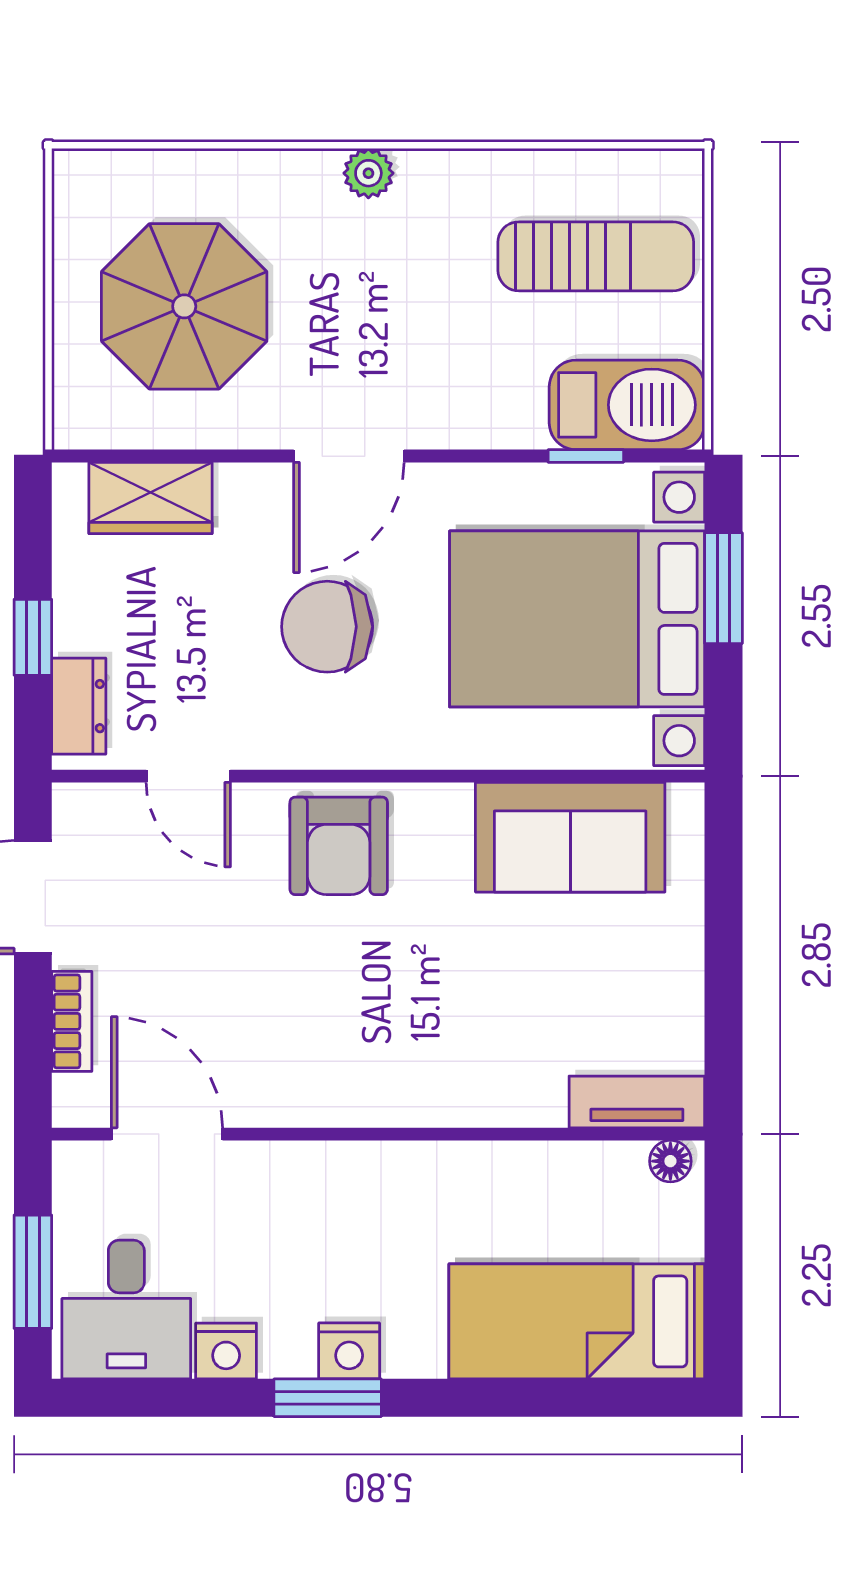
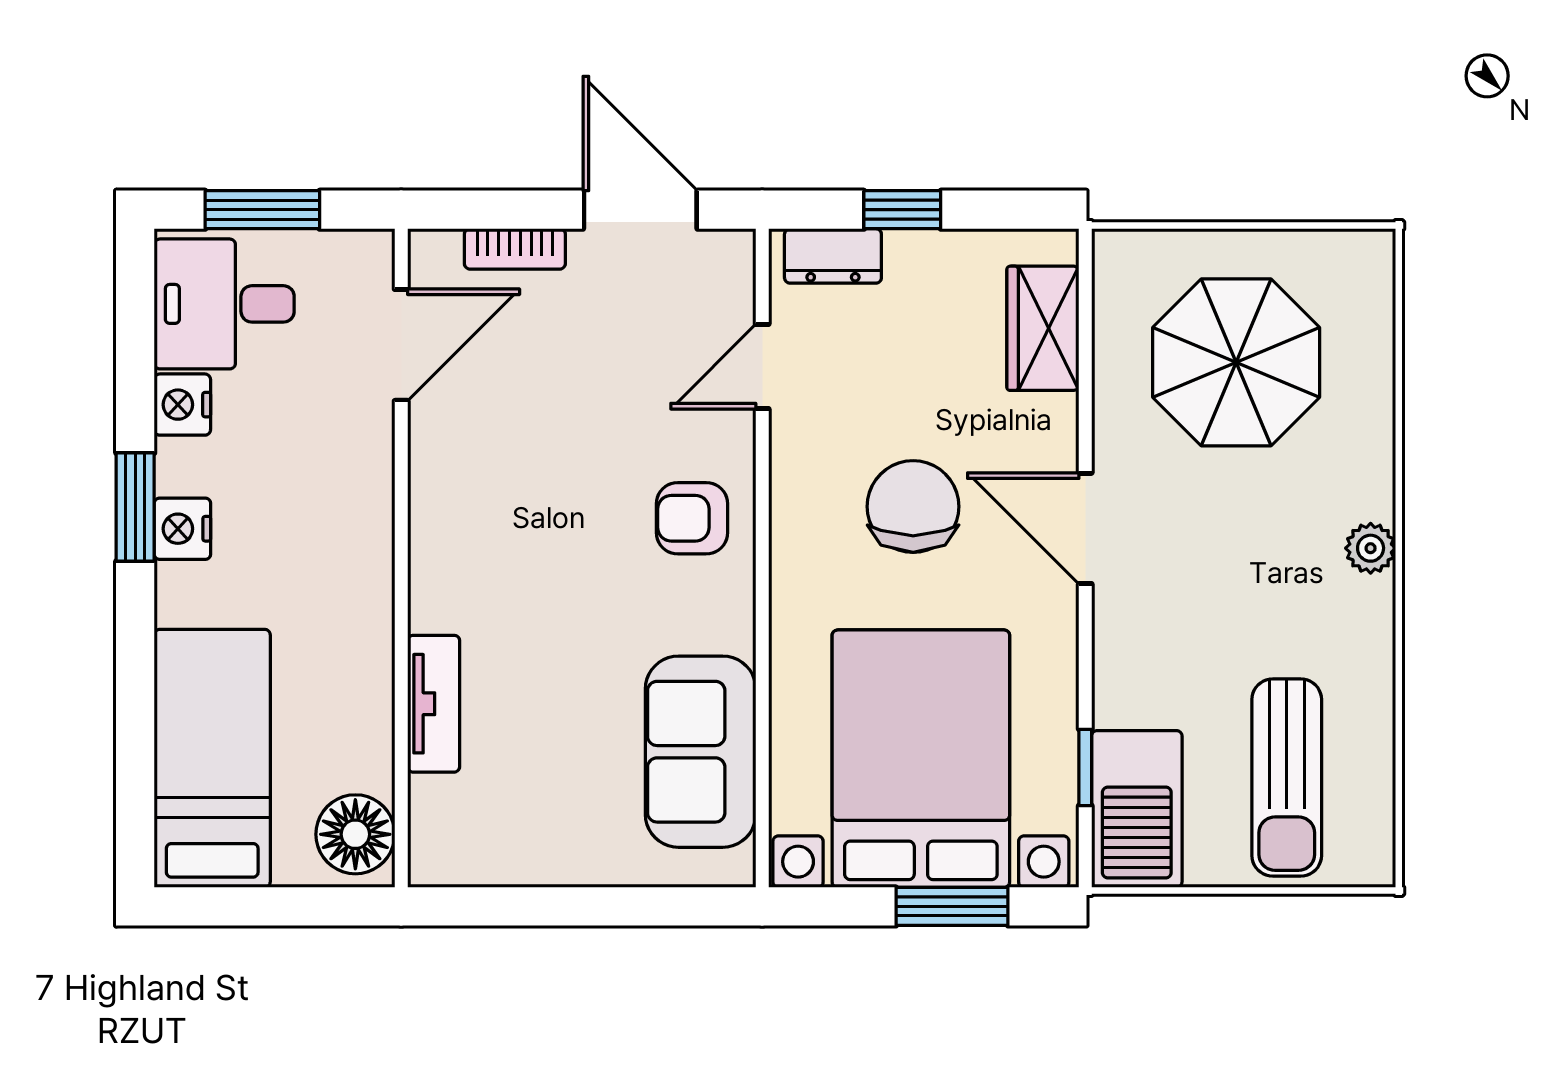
armchair: (339, 846) -> (692, 518), width x0.72, depth x0.72
tv unit: (637, 1102) -> (434, 704), moved
floor lamp: (670, 1161) -> (355, 834), width x1.89, depth x1.89

